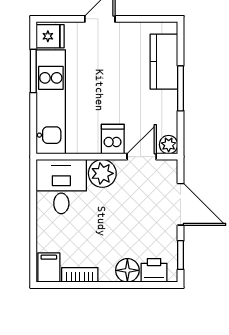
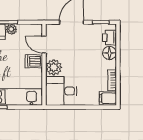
plant: (169, 145) -> (11, 29), moved

